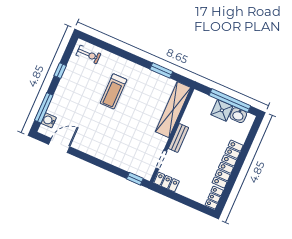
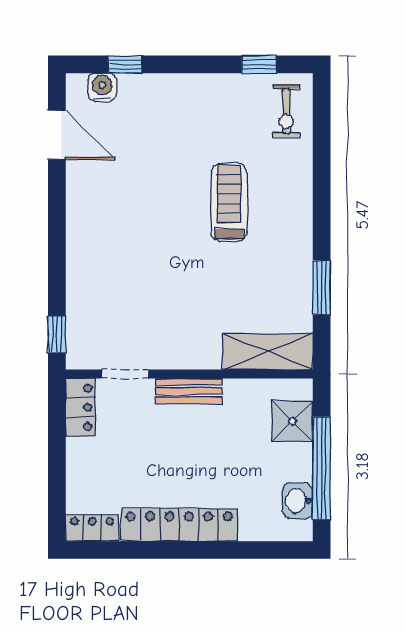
window: (60, 71) -> (259, 64), moved
treadmill: (114, 91) -> (229, 202), turned 90
window: (44, 108) -> (125, 64), width x0.46
shelving: (173, 110) -> (268, 352), width x0.68
shower: (222, 110) -> (292, 421), moved

